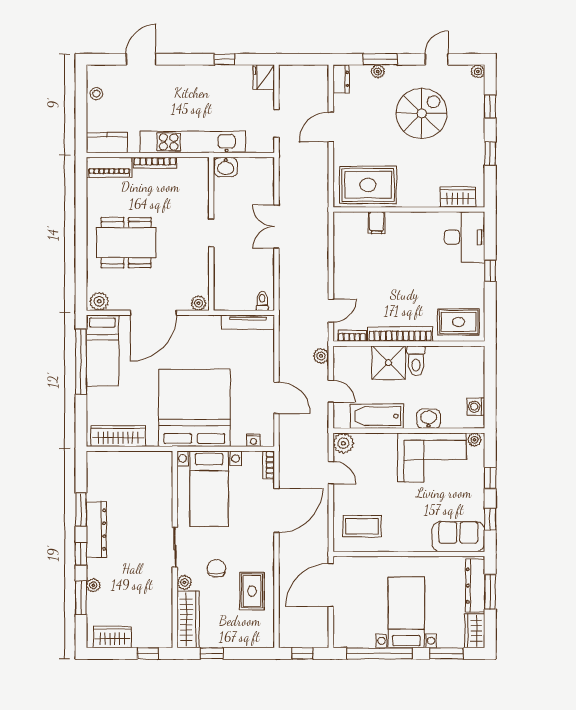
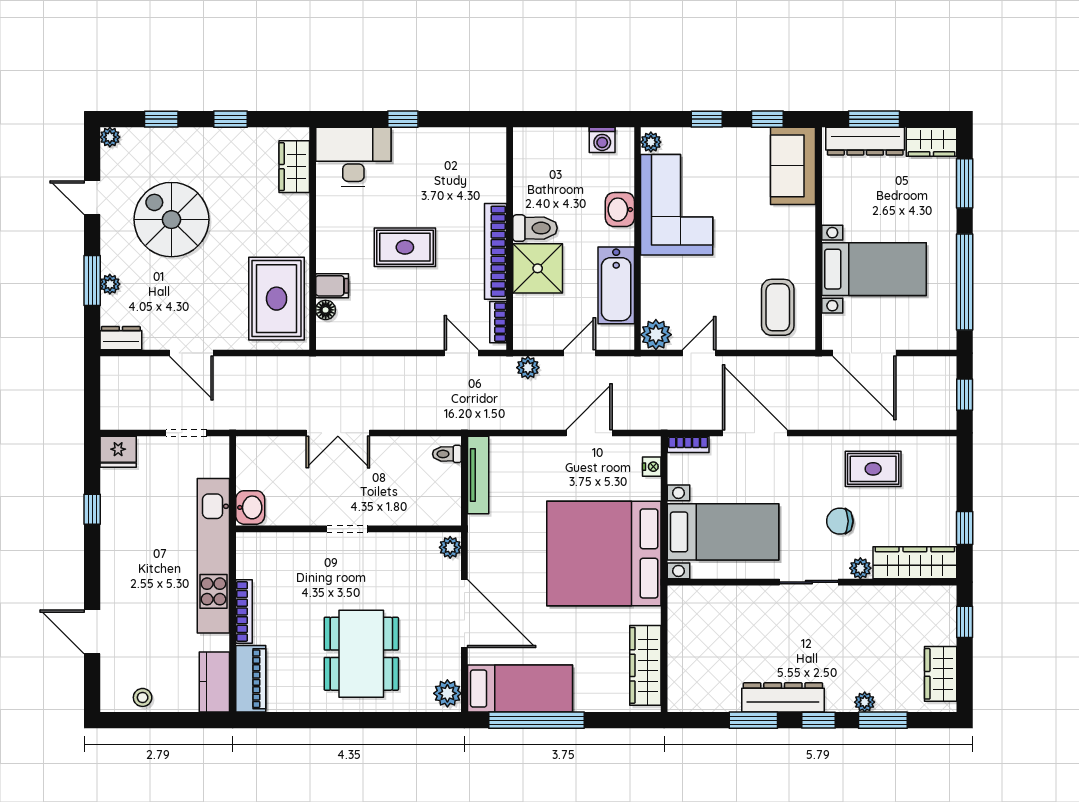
floor lamp: (360, 218) -> (326, 310), added
rug: (458, 322) -> (405, 247), moved, turned 90
bed with nightstands: (406, 612) -> (874, 269), moved, turned 180

